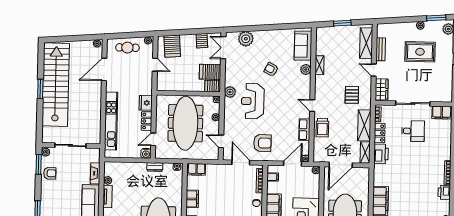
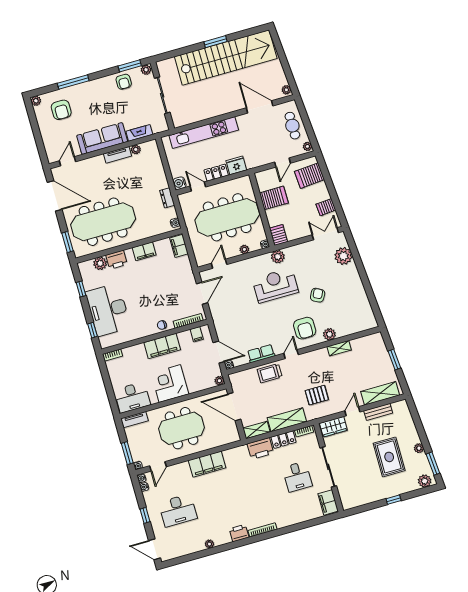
sofa: (303, 46) -> (355, 323), removed
server rack: (210, 72) -> (274, 198), moved, turned 90
armchair: (262, 143) -> (305, 328), moved

